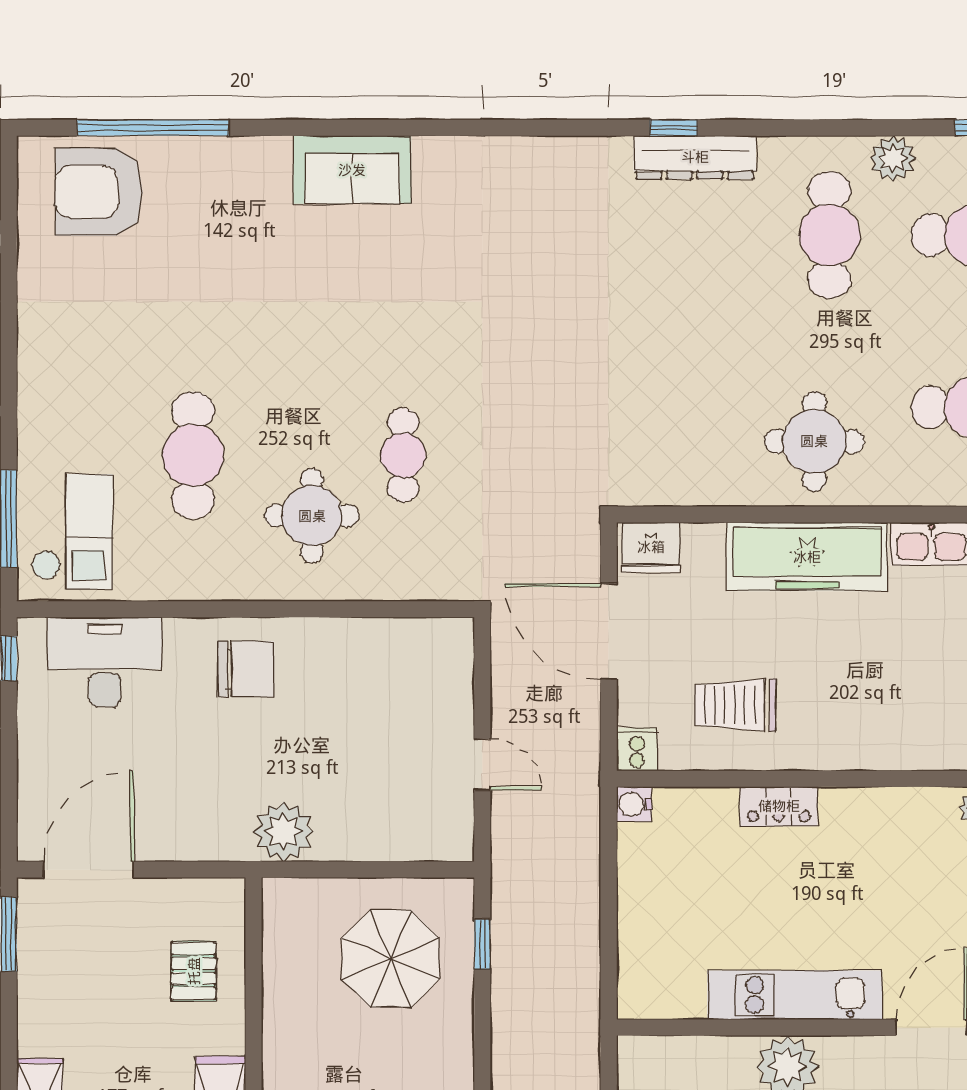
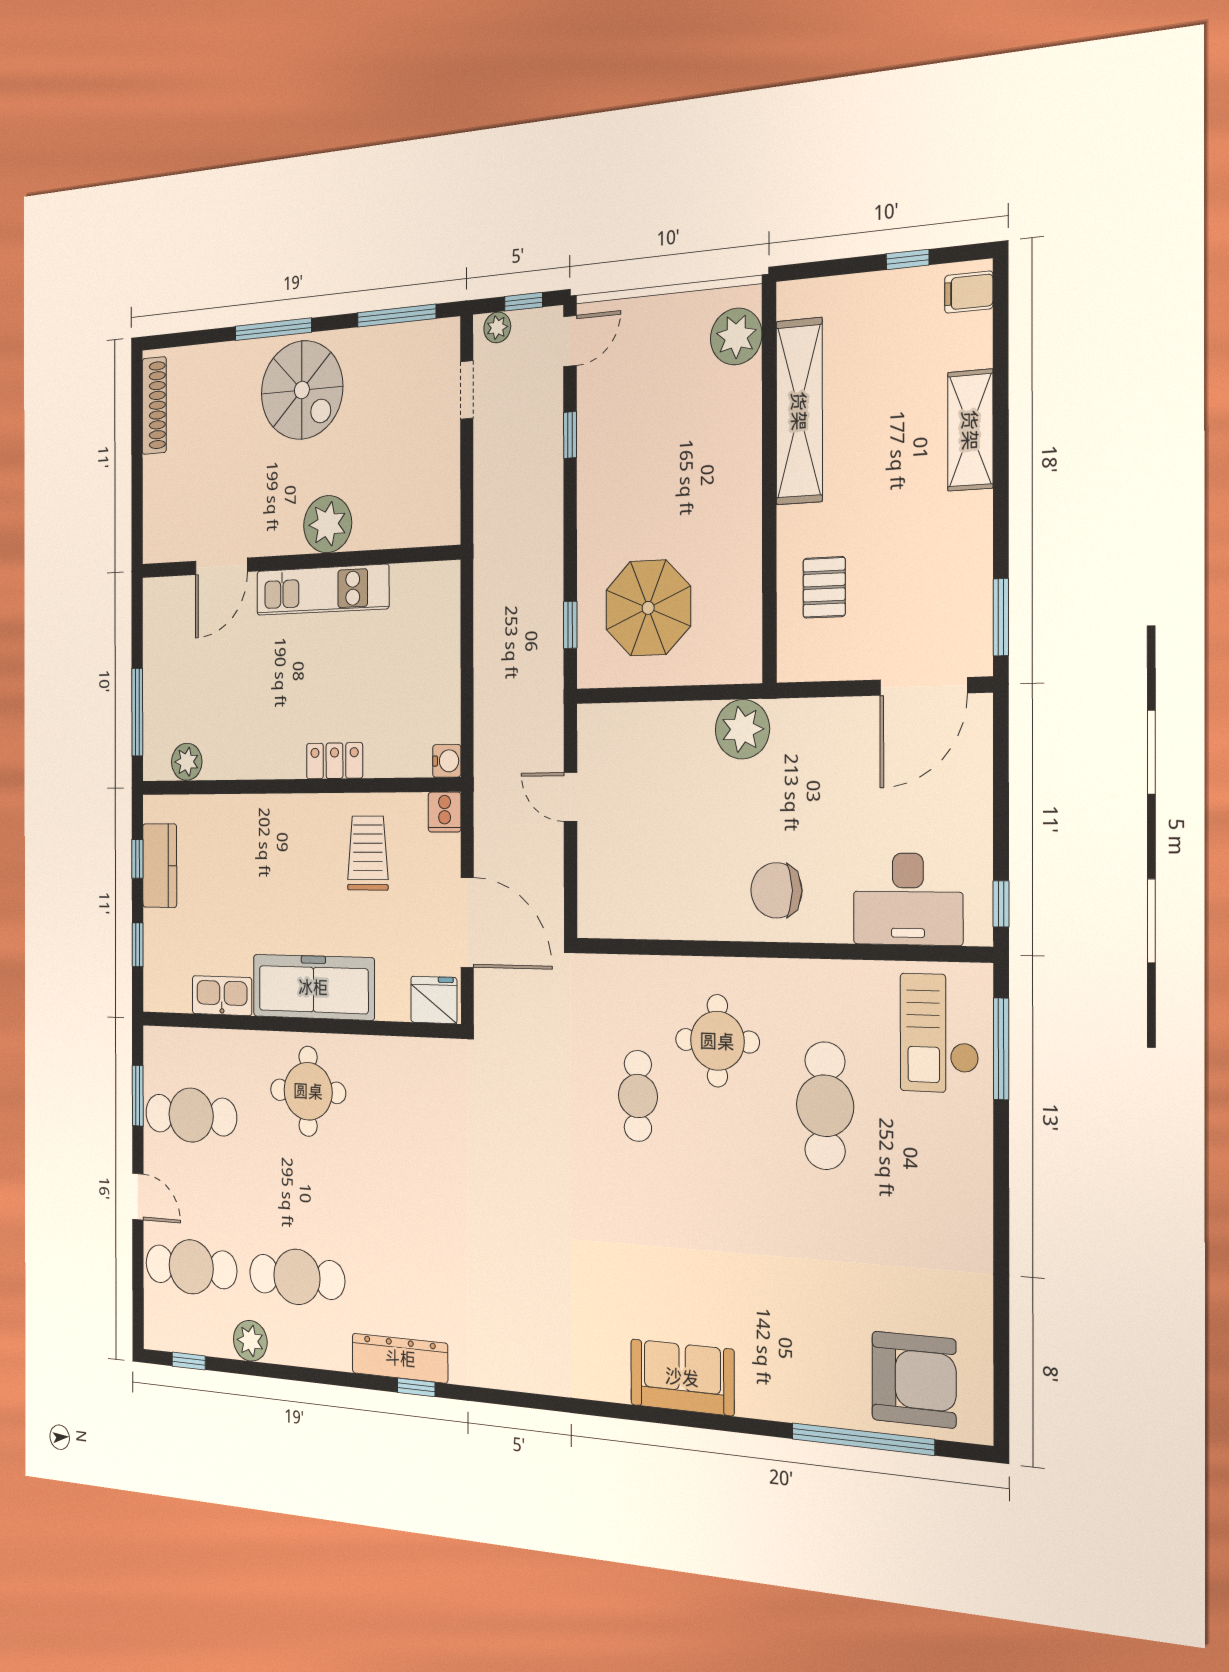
cafe table: (830, 235) -> (297, 1277), turned 90
trolley: (735, 705) -> (368, 853), turned -90

